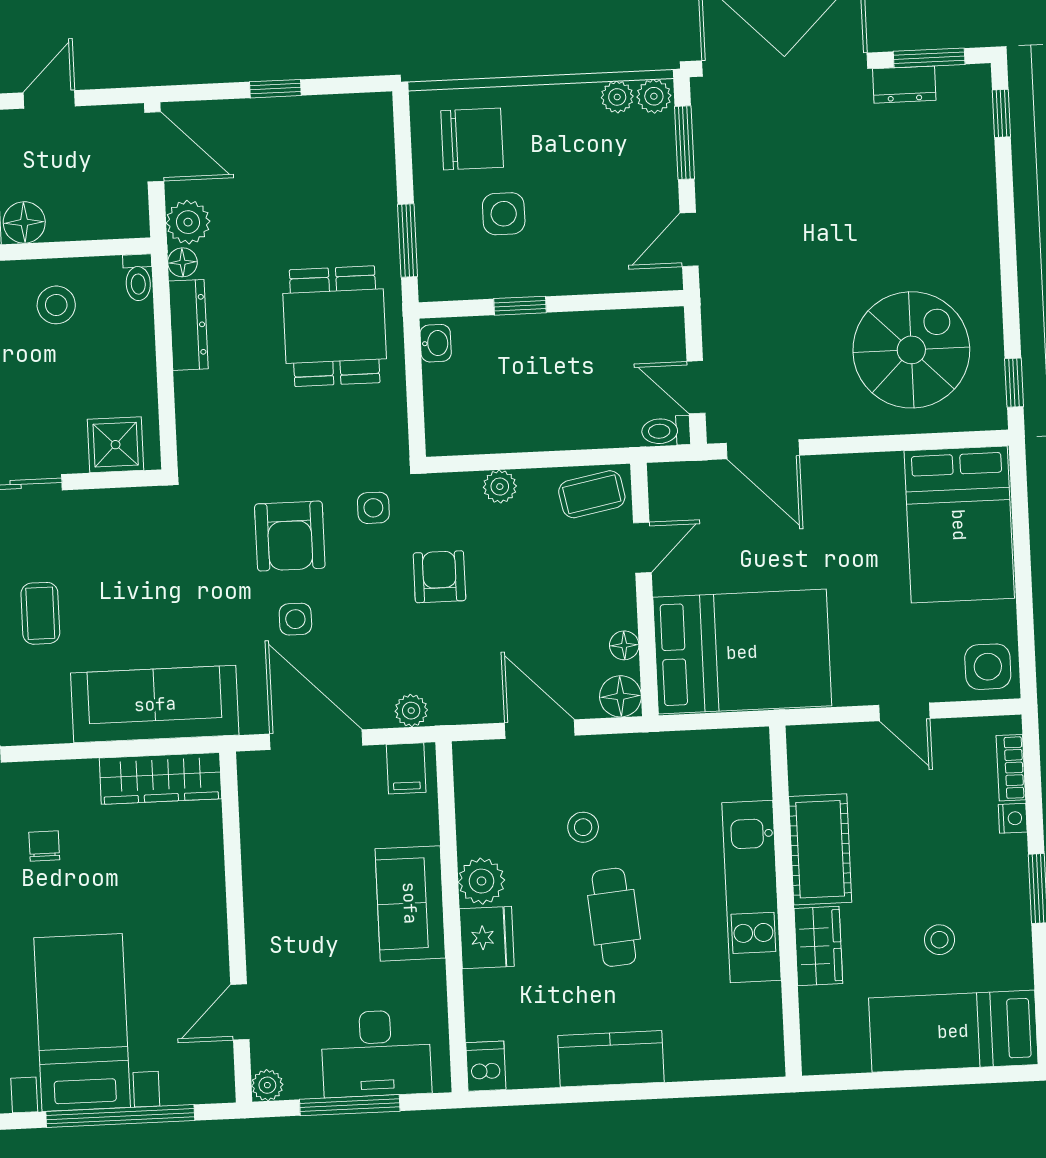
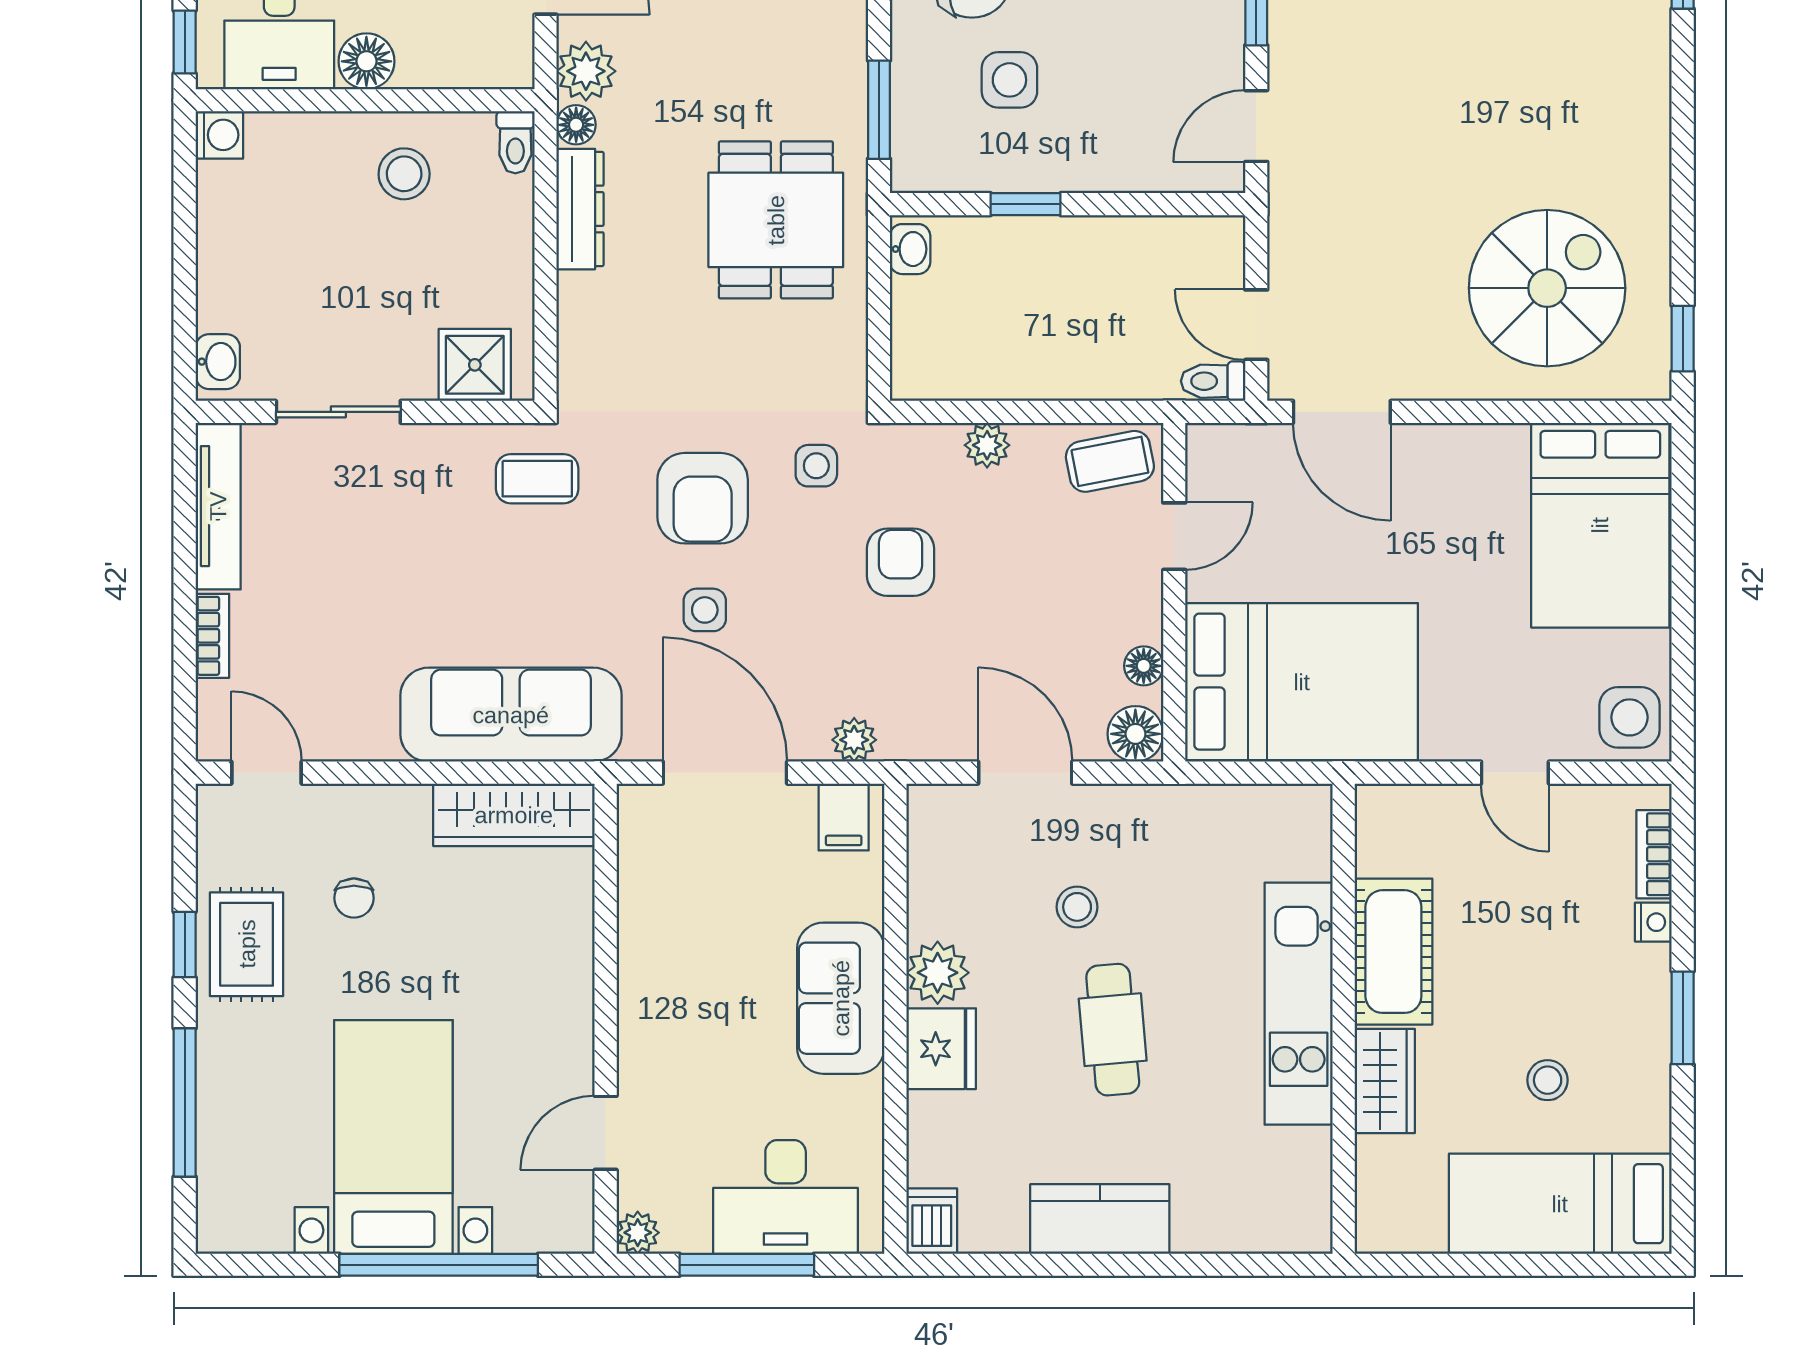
coffee table: (40, 613) -> (537, 479), moved, turned 90
chair: (44, 846) -> (354, 898), turned 180

